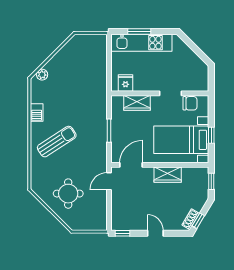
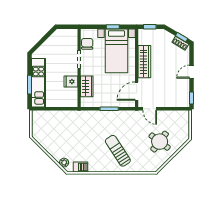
fridge: (126, 83) -> (71, 82), moved
barbecue: (37, 113) -> (81, 167), moved
door: (131, 165) -> (137, 91), hinge flipped
wardrobe: (168, 175) -> (144, 62), width x1.50
round table: (68, 194) -> (160, 142), turned 37

